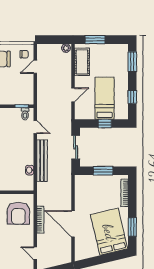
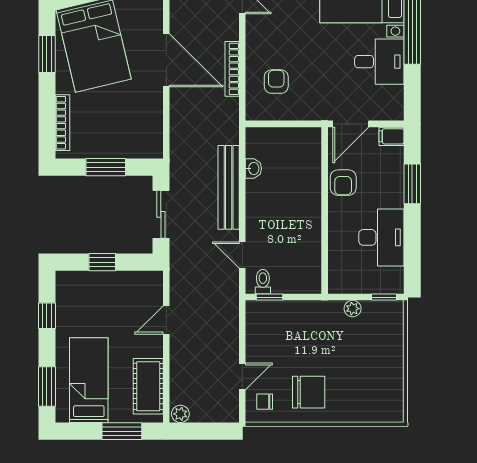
bed: (105, 98) -> (89, 380), moved, turned 180
armchair: (18, 213) -> (276, 82), width x0.53, depth x0.53

